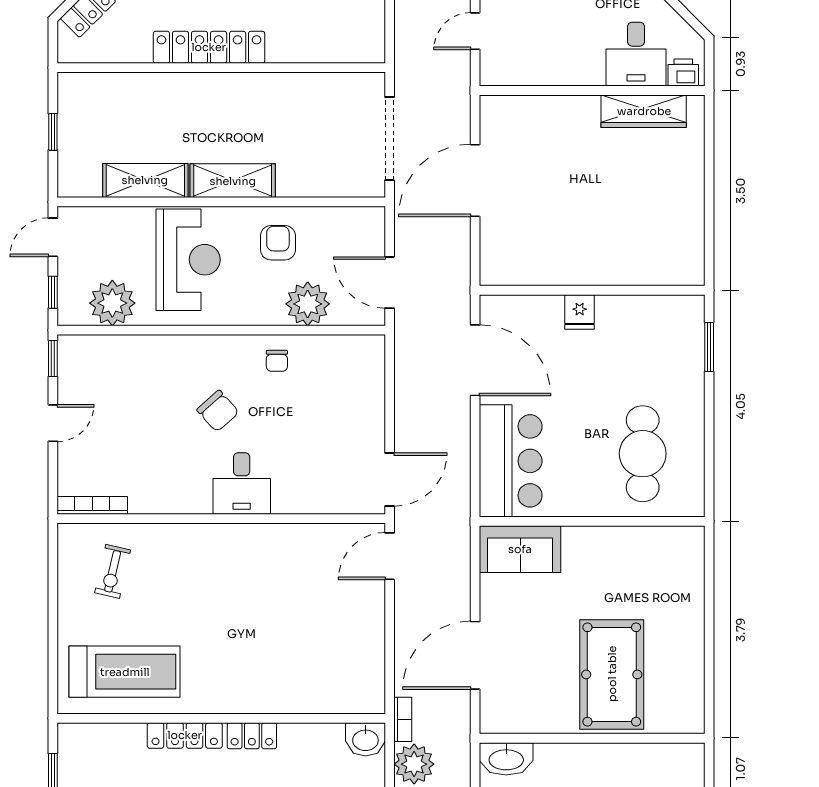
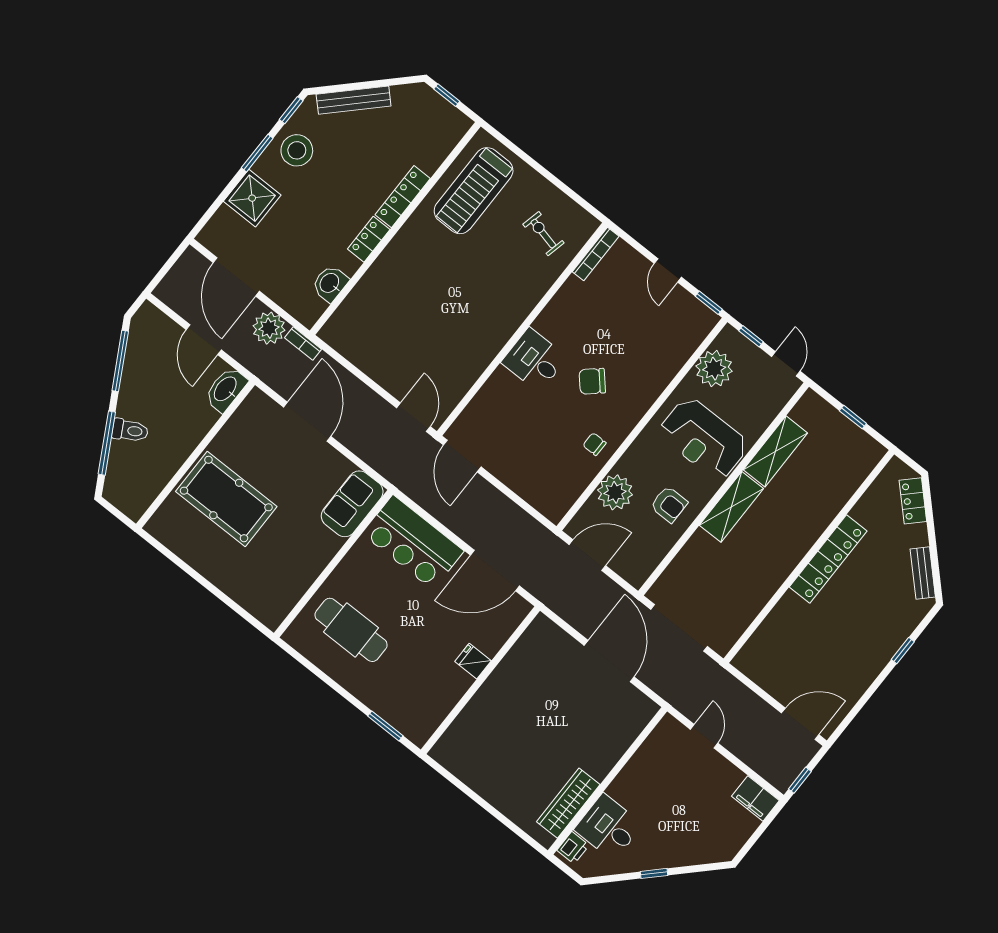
washbasin: (365, 739) -> (330, 283), moved

